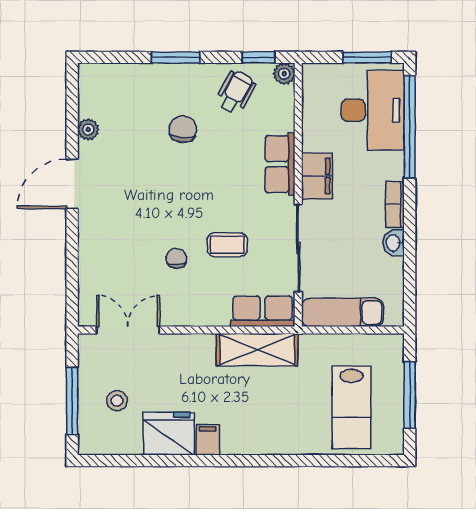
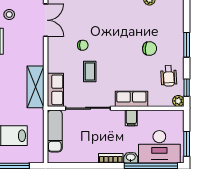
wheelchair: (236, 92) -> (169, 76), turned 58
filing cabinet: (317, 176) -> (131, 118), width x0.50
washbasin: (394, 243) -> (131, 158), moved

